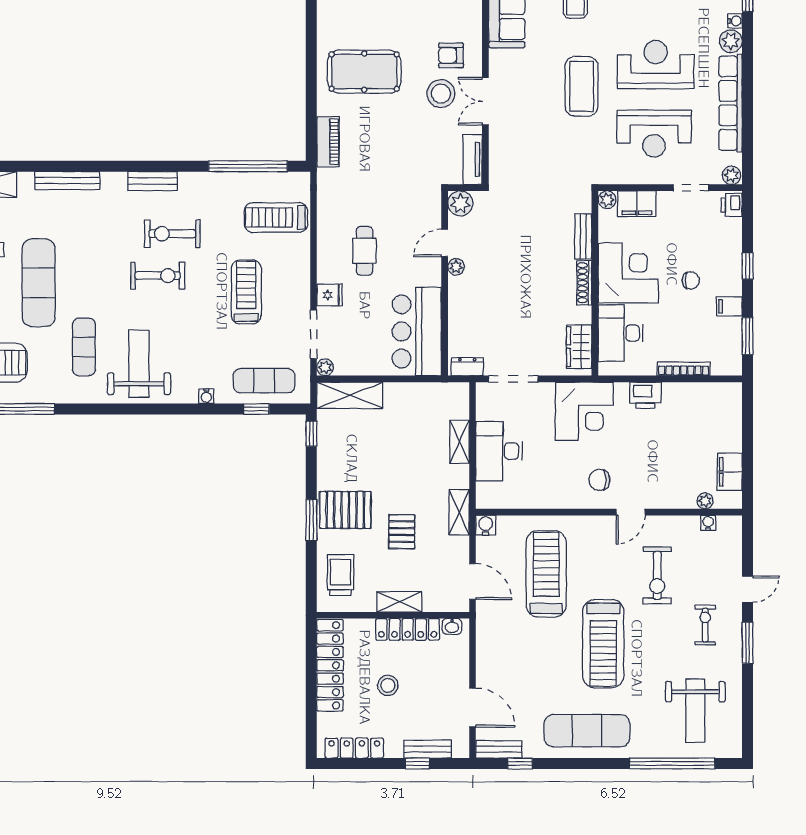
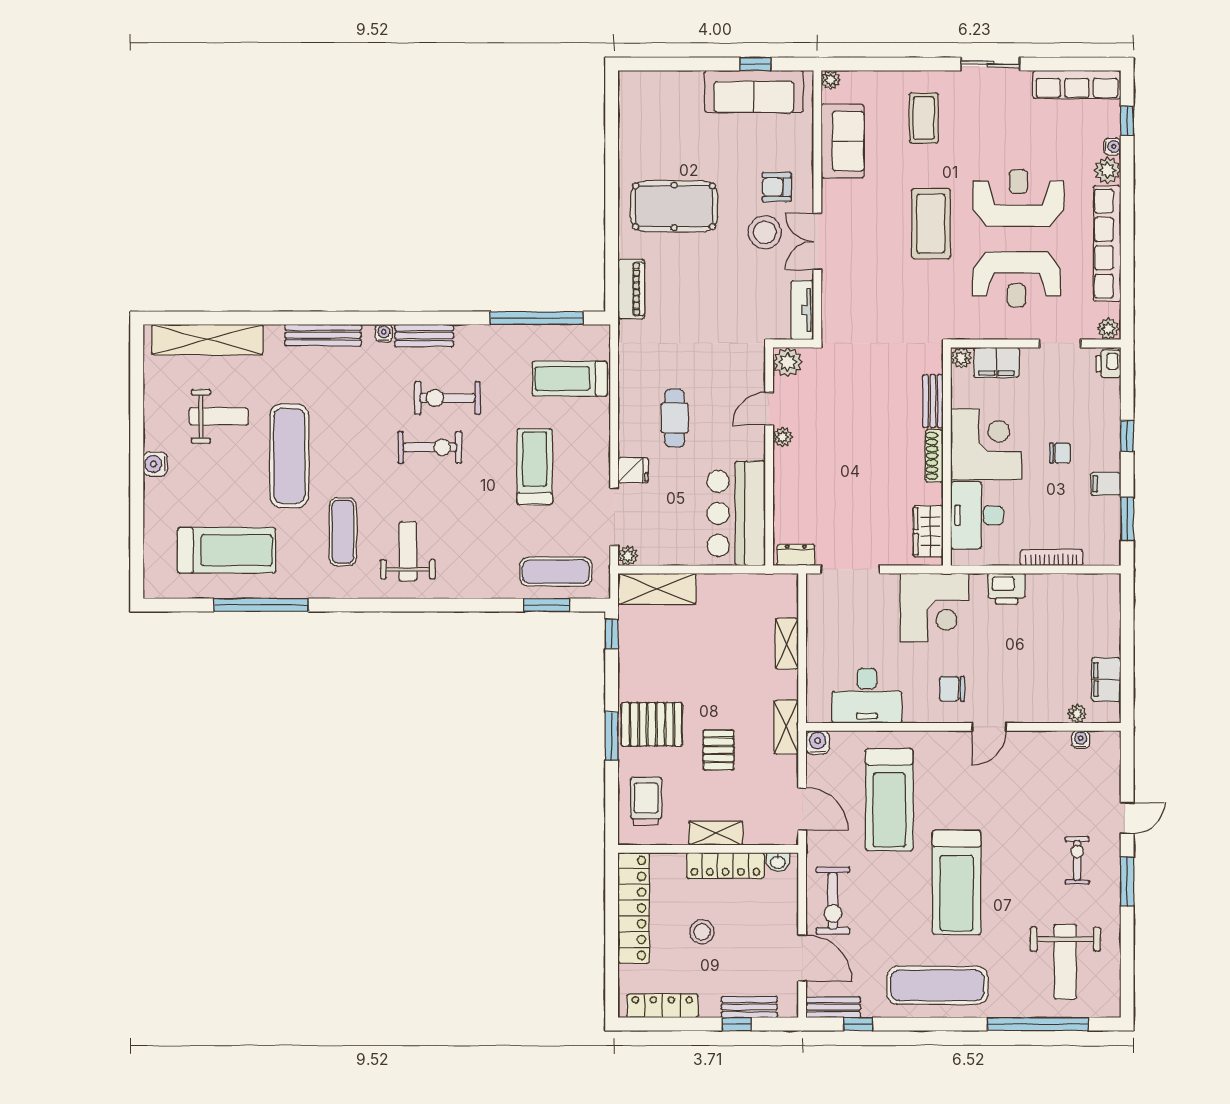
weight bench: (139, 364) -> (408, 551), width x0.73, depth x0.75
water cooler: (206, 396) -> (384, 333), moved, turned 180
window: (256, 409) -> (547, 605), width x1.50
desk: (499, 451) -> (867, 696), moved, turned -90
treadmill: (546, 574) -> (889, 800), turned 180
exercise bike: (657, 575) -> (833, 901), moved

